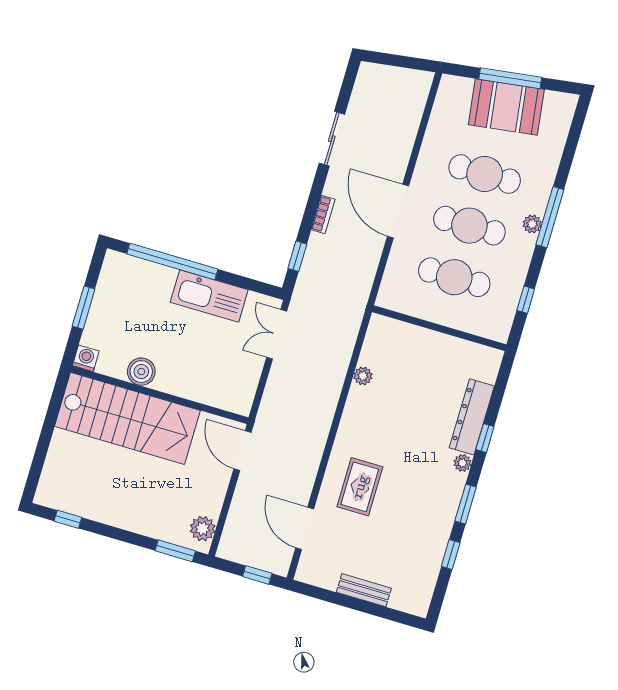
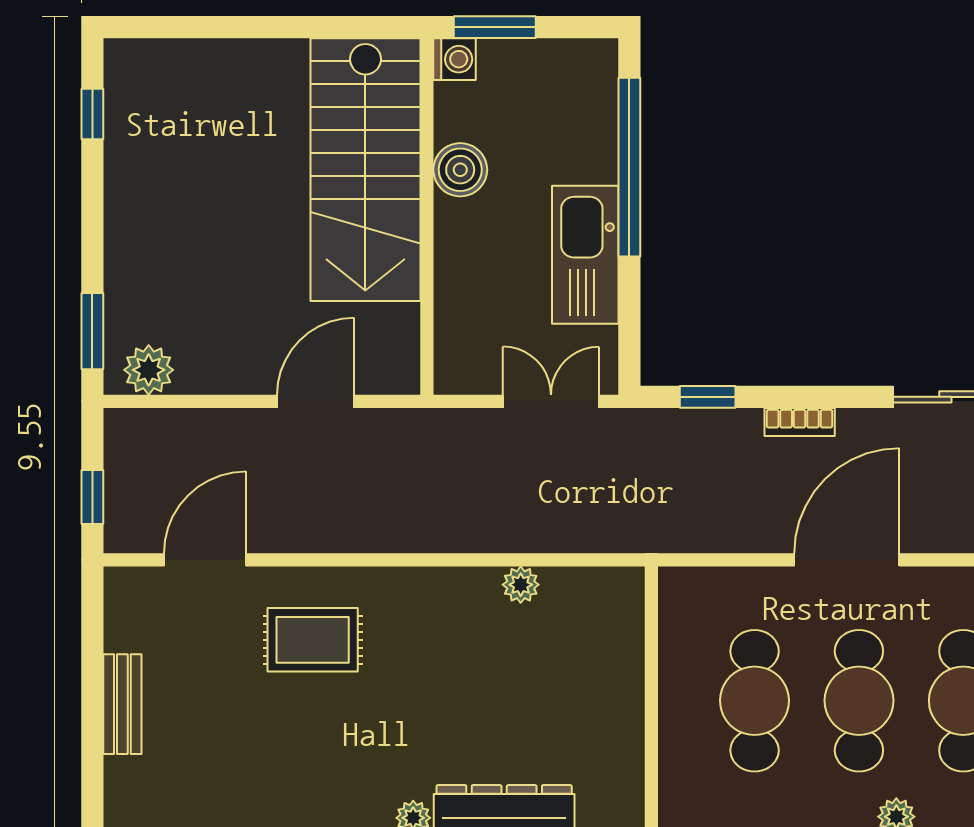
washing machine: (86, 358) -> (454, 59), moved
boiler: (141, 372) -> (460, 170), moved
wall: (160, 395) -> (427, 216), moved
stairs: (127, 418) -> (365, 170), moved

